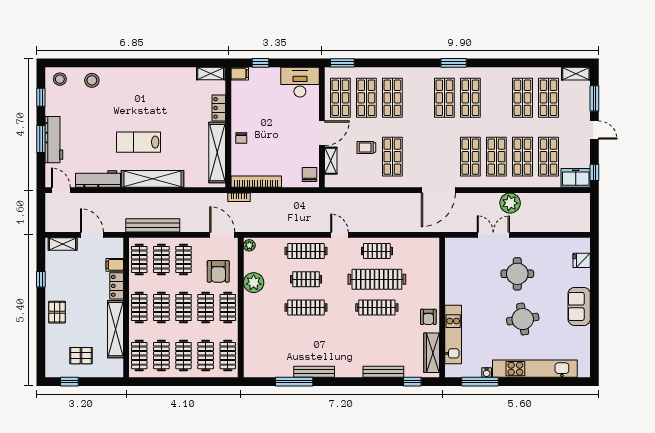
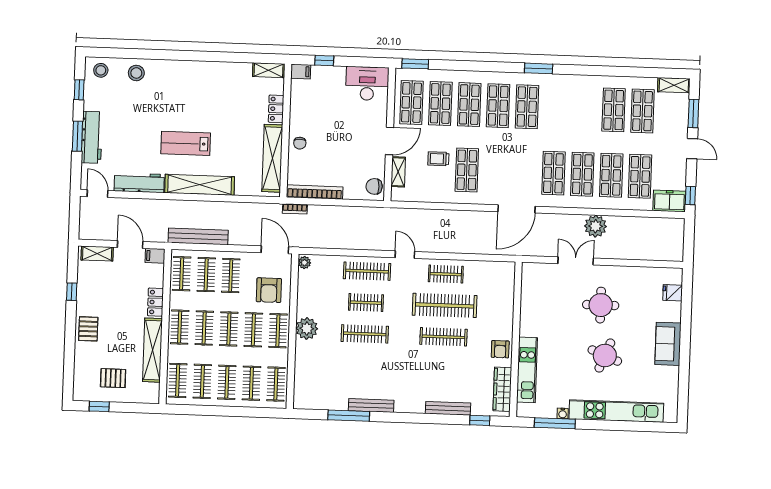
shop shelf: (470, 98) -> (498, 106), moved
chair: (310, 175) -> (374, 186), turned -90
filing cabinet: (115, 265) -> (155, 256), moved
plant: (254, 283) -> (307, 329), moved
round table: (523, 319) -> (605, 356), turned 31

